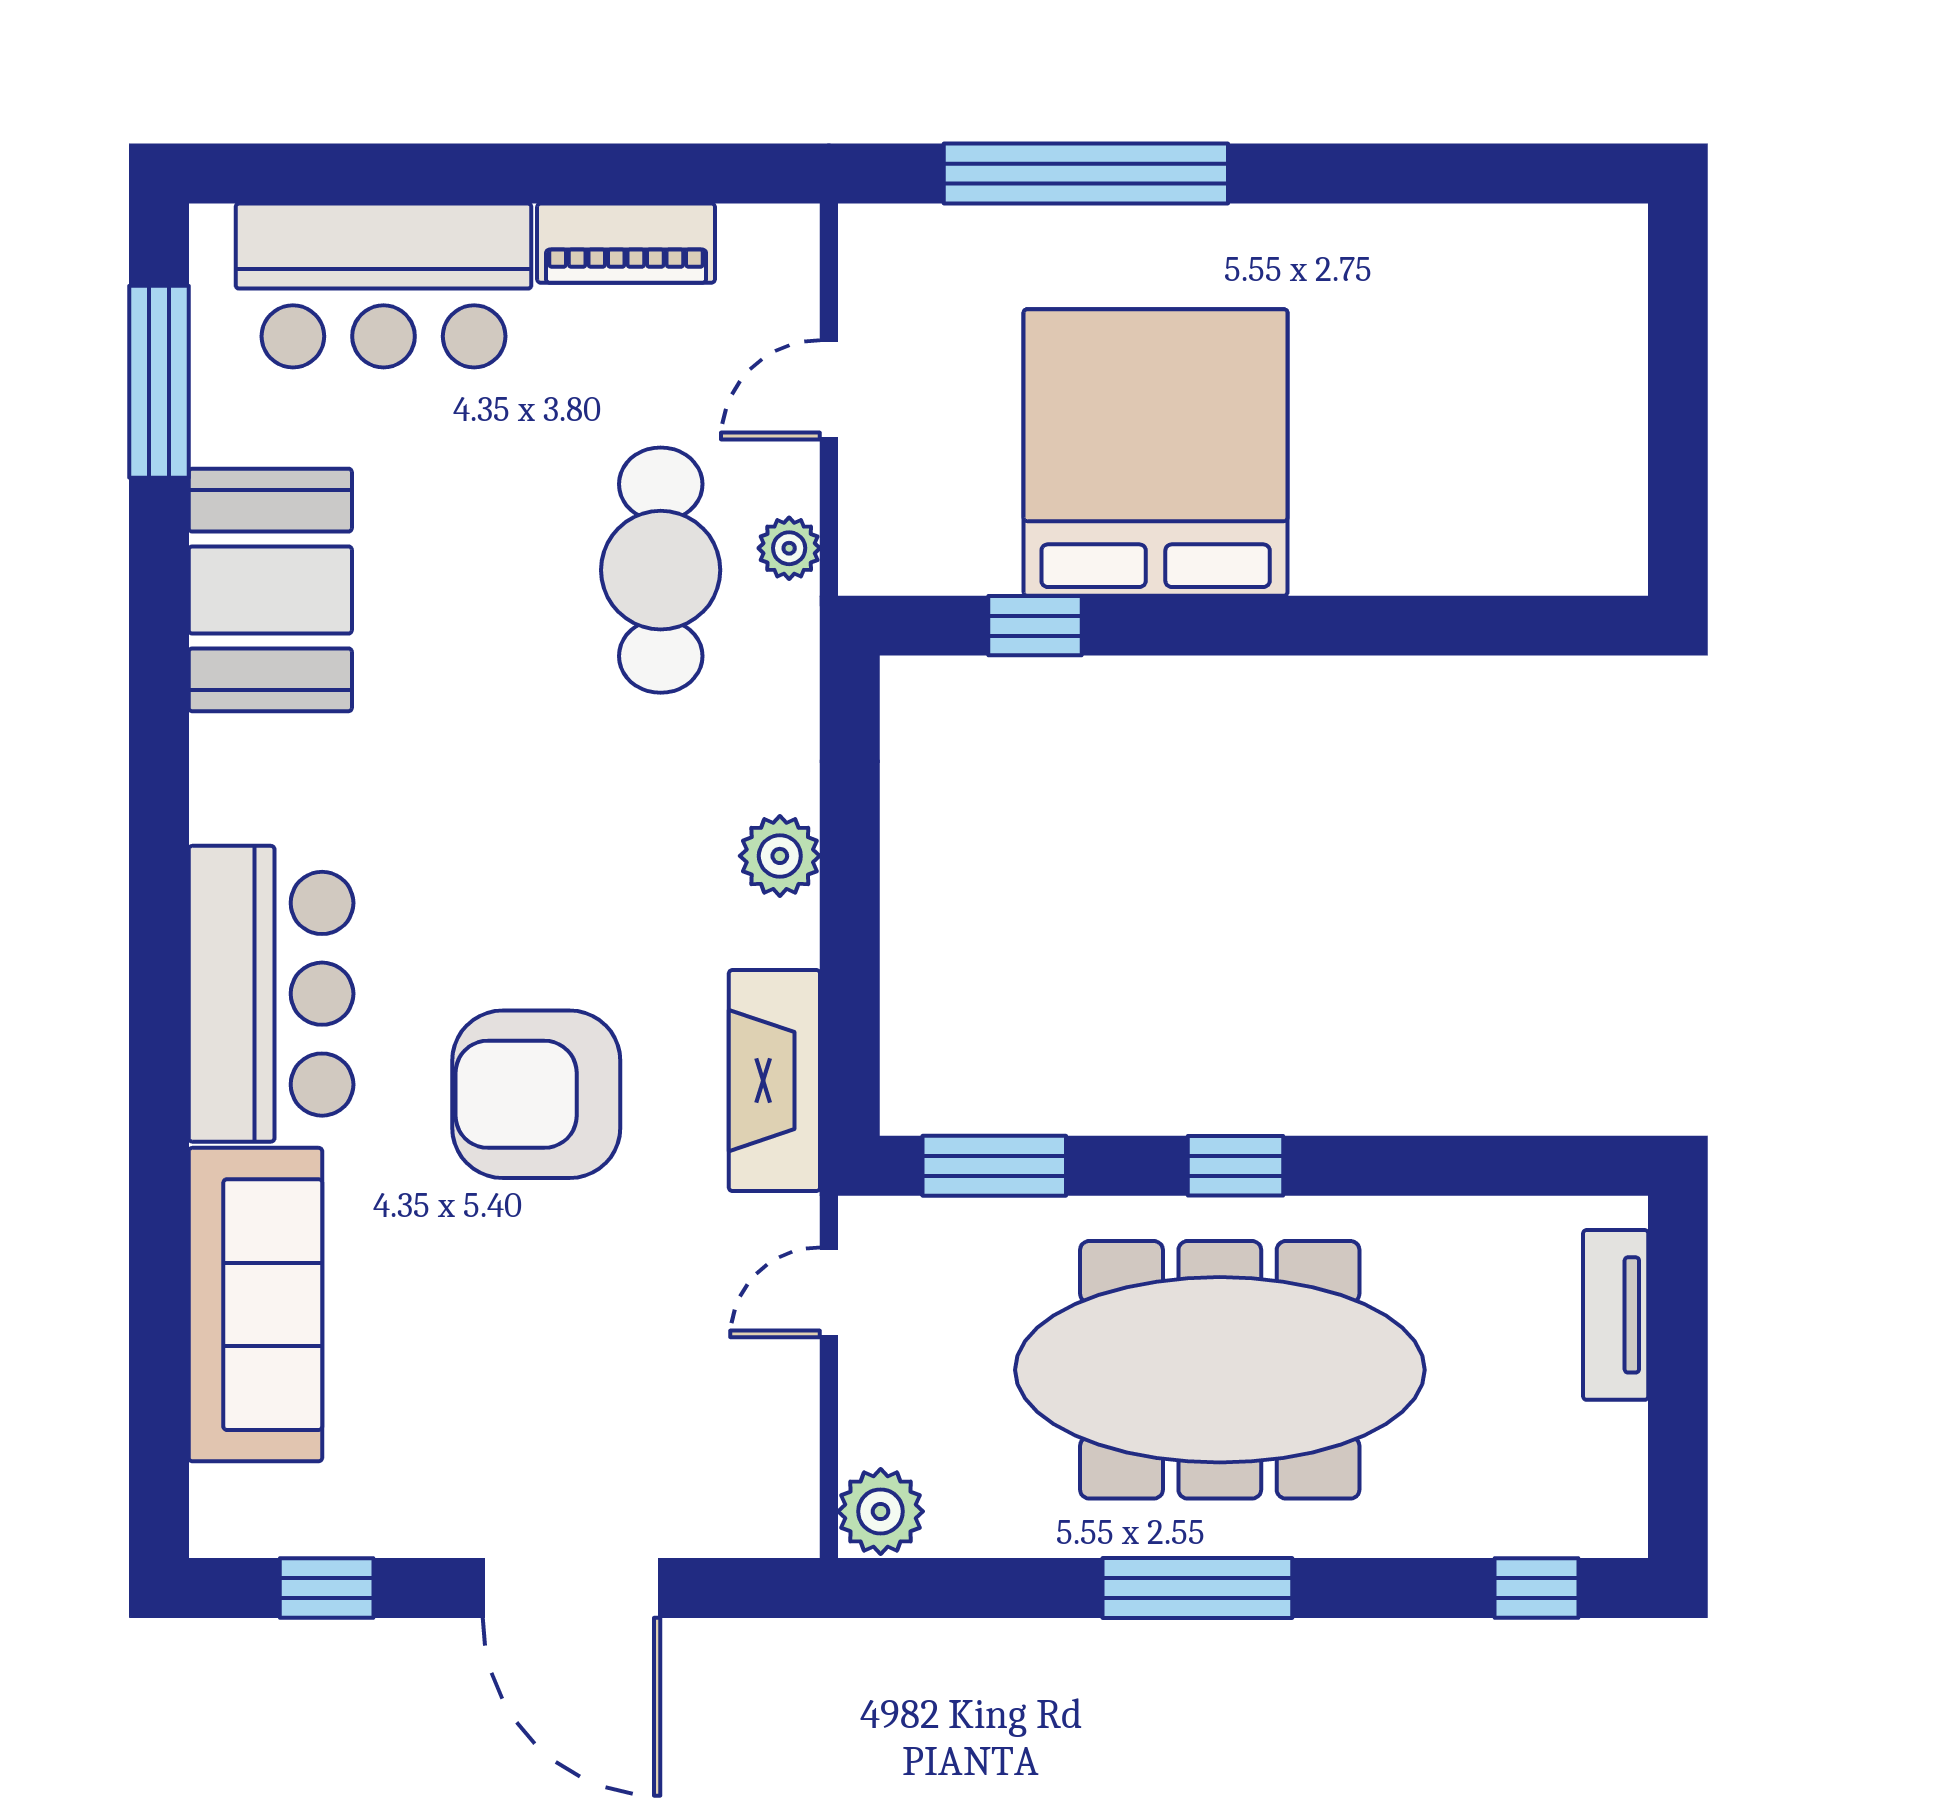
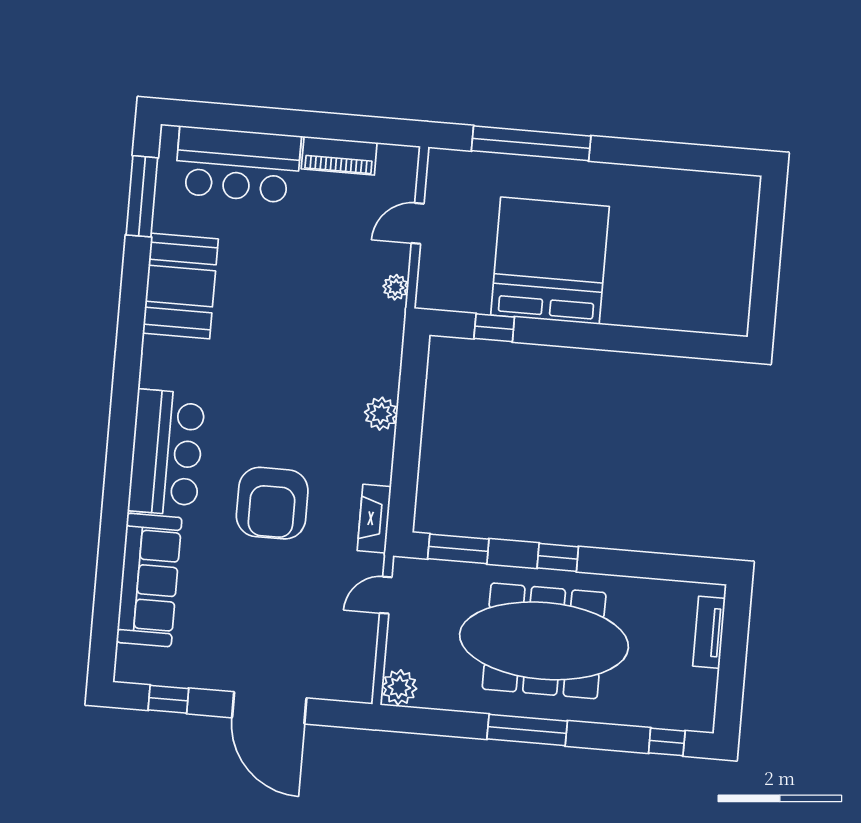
cafe table: (661, 570) -> (342, 292), removed
fireplace: (774, 1081) -> (374, 519), width x0.73, depth x0.76
armchair: (536, 1094) -> (272, 503), turned -90

